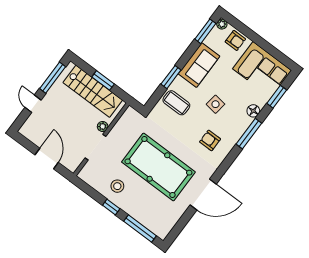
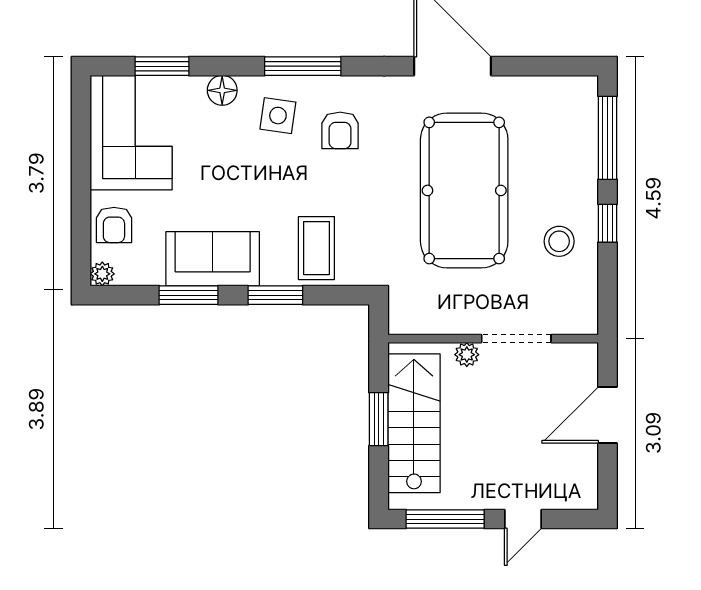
window: (205, 31) -> (188, 295), moved
armchair: (235, 40) -> (114, 225), turned 180
side table: (216, 104) -> (278, 116), moved
window: (249, 134) -> (303, 66), moved

